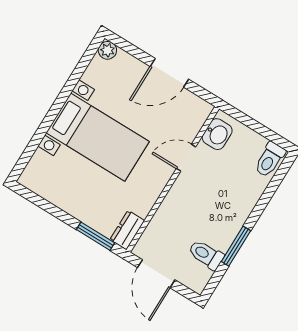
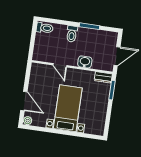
door: (169, 73) -> (24, 101), moved
washbasin: (217, 134) -> (85, 62), moved
toilet: (206, 255) -> (72, 34), moved

